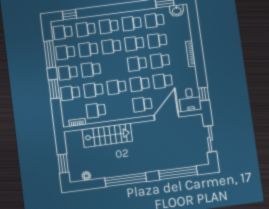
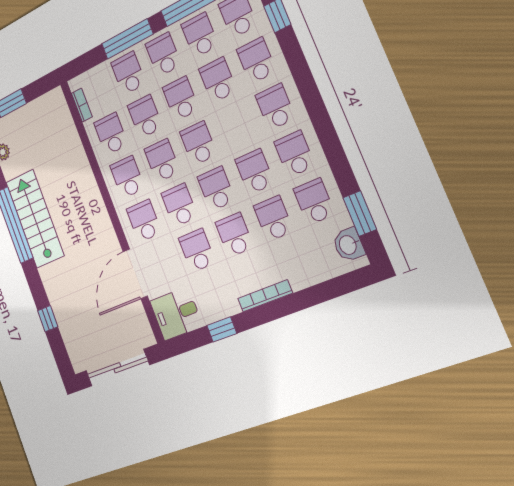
school desk: (111, 46) -> (198, 143), moved
window: (54, 89) -> (127, 39), width x1.44
window: (204, 94) -> (222, 329), moved
school desk: (119, 107) -> (127, 177), added
door: (166, 116) -> (135, 274), swing flipped
stairs: (107, 135) -> (35, 219), moved, turned 180
sliding door: (210, 139) -> (117, 368), width x1.37
window: (178, 173) -> (48, 319), width x0.32

